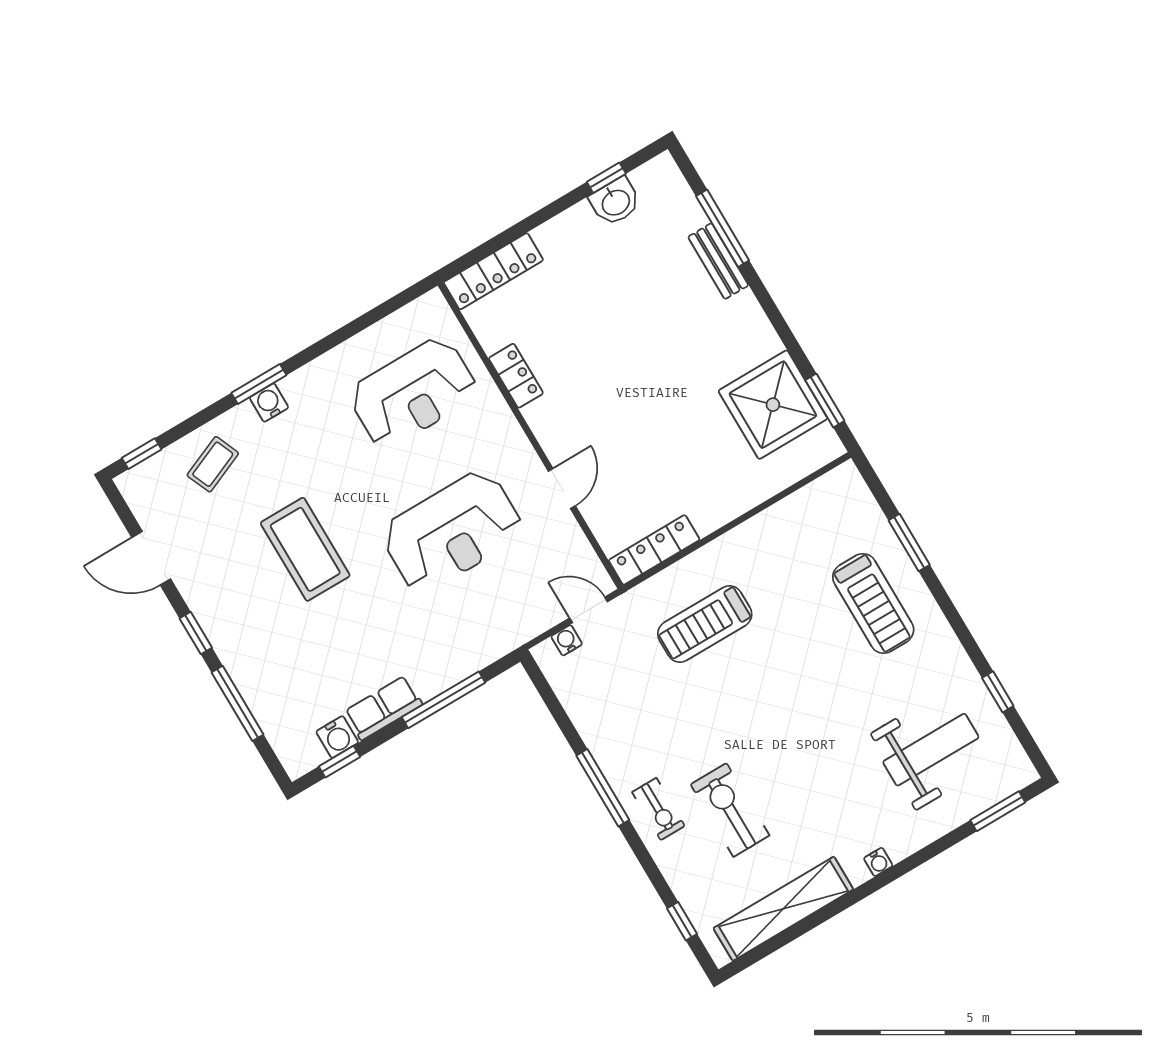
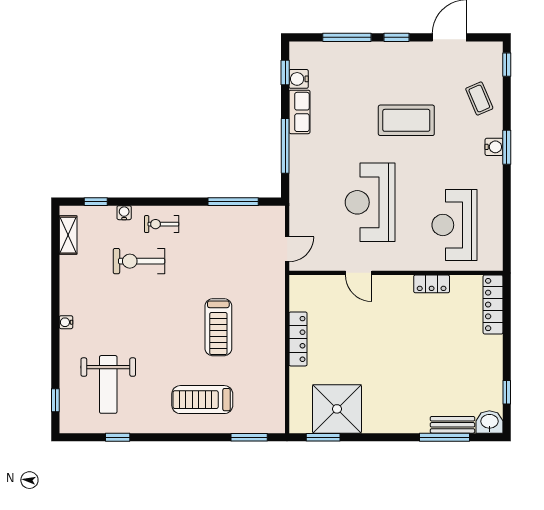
washbasin: (615, 202) -> (489, 422), moved, turned 90
bench: (718, 261) -> (452, 425), moved
window: (909, 543) -> (249, 437), moved
locker: (654, 550) -> (298, 339), moved
treadmill: (705, 624) -> (218, 327), moved, turned 180
water cooler: (567, 640) -> (124, 213), moved, turned -90
window: (603, 788) -> (233, 202), moved
exercise bike: (730, 810) -> (139, 261), turned 180
window: (998, 811) -> (55, 400), width x0.67
shelving: (783, 909) -> (68, 235), width x0.45, depth x0.75

